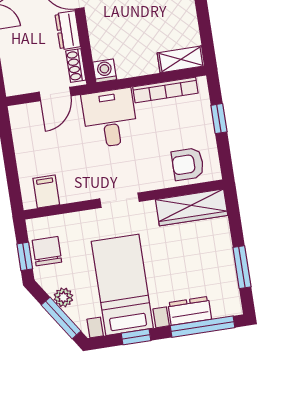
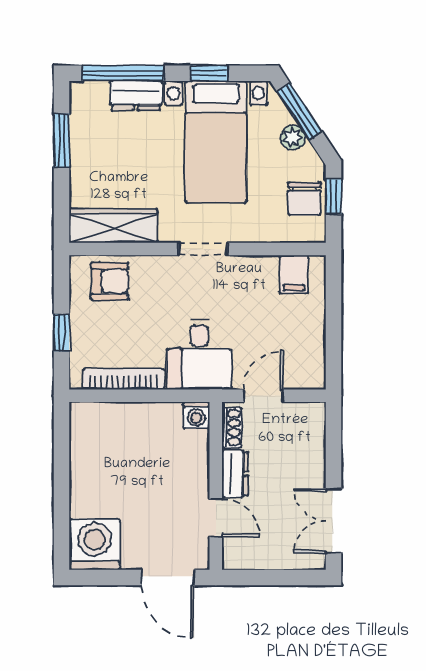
shelving: (181, 59) -> (98, 415), removed

